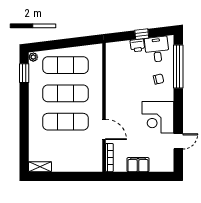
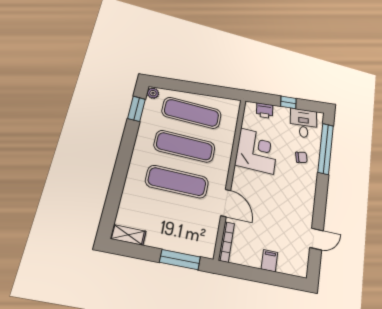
printer: (137, 45) -> (265, 111), moved
corner desk: (158, 117) -> (257, 151), moved, turned 180
filing cabinet: (138, 165) -> (269, 261), width x0.50
window: (79, 176) -> (180, 260), added

